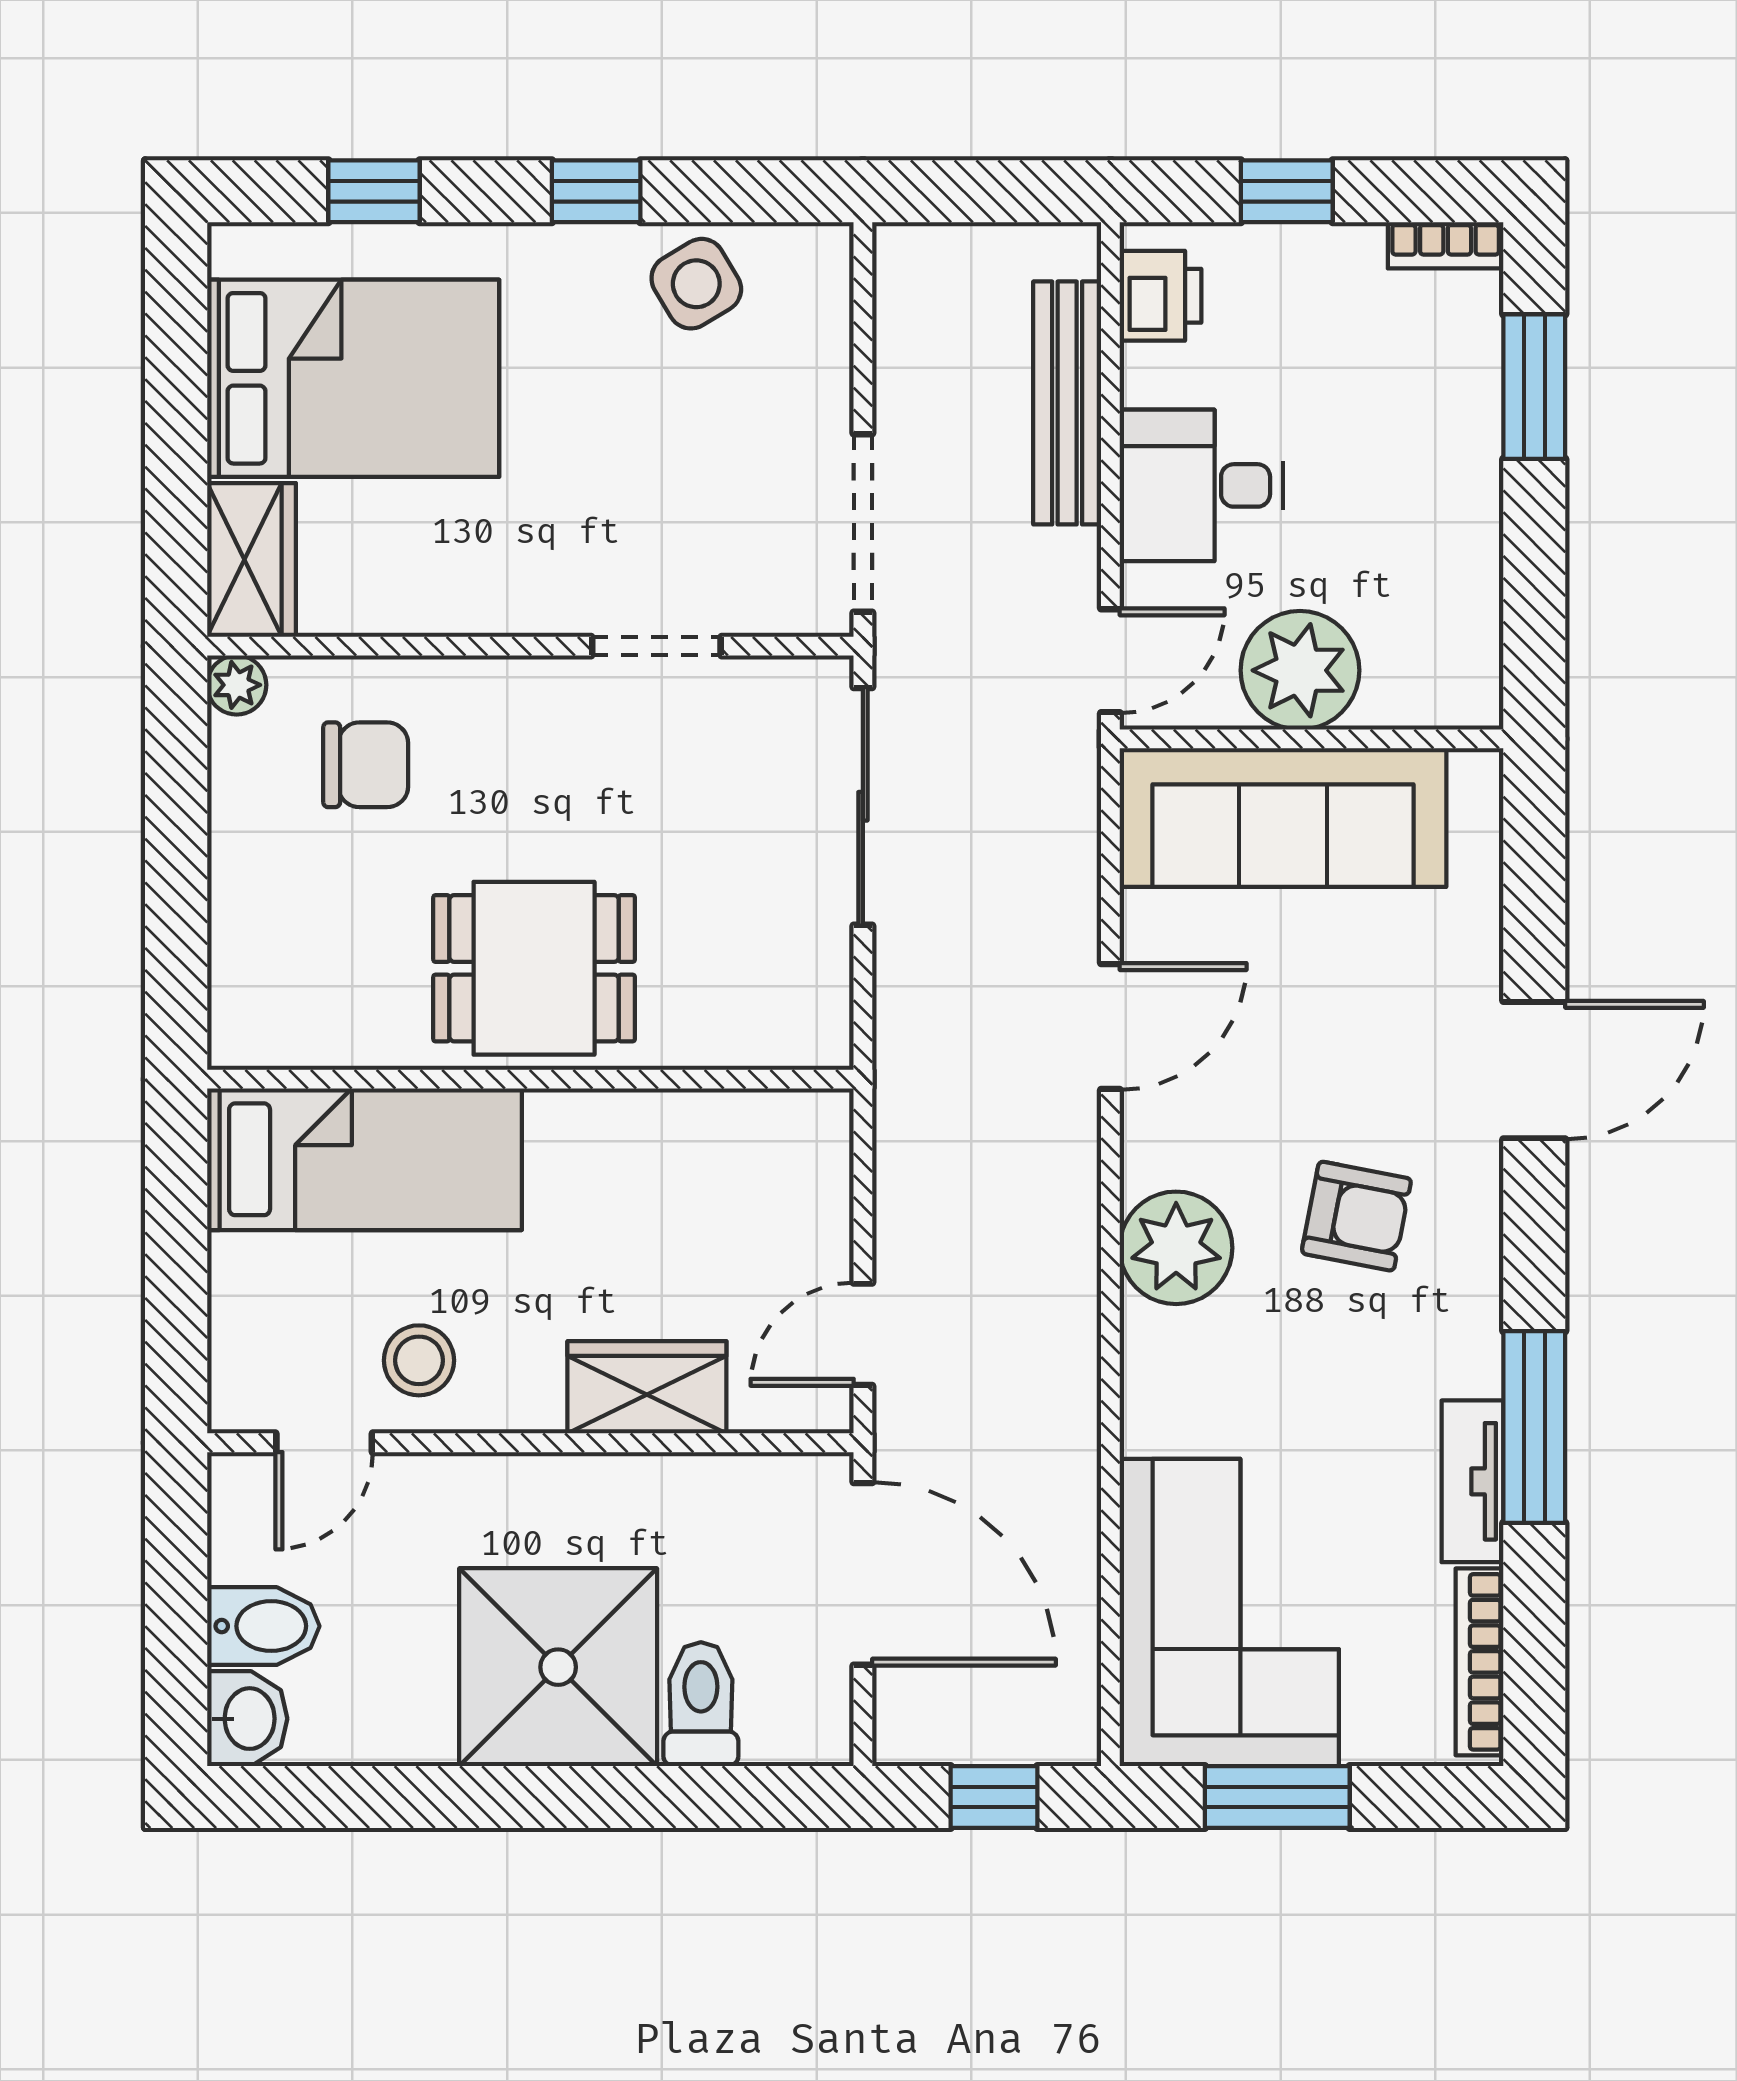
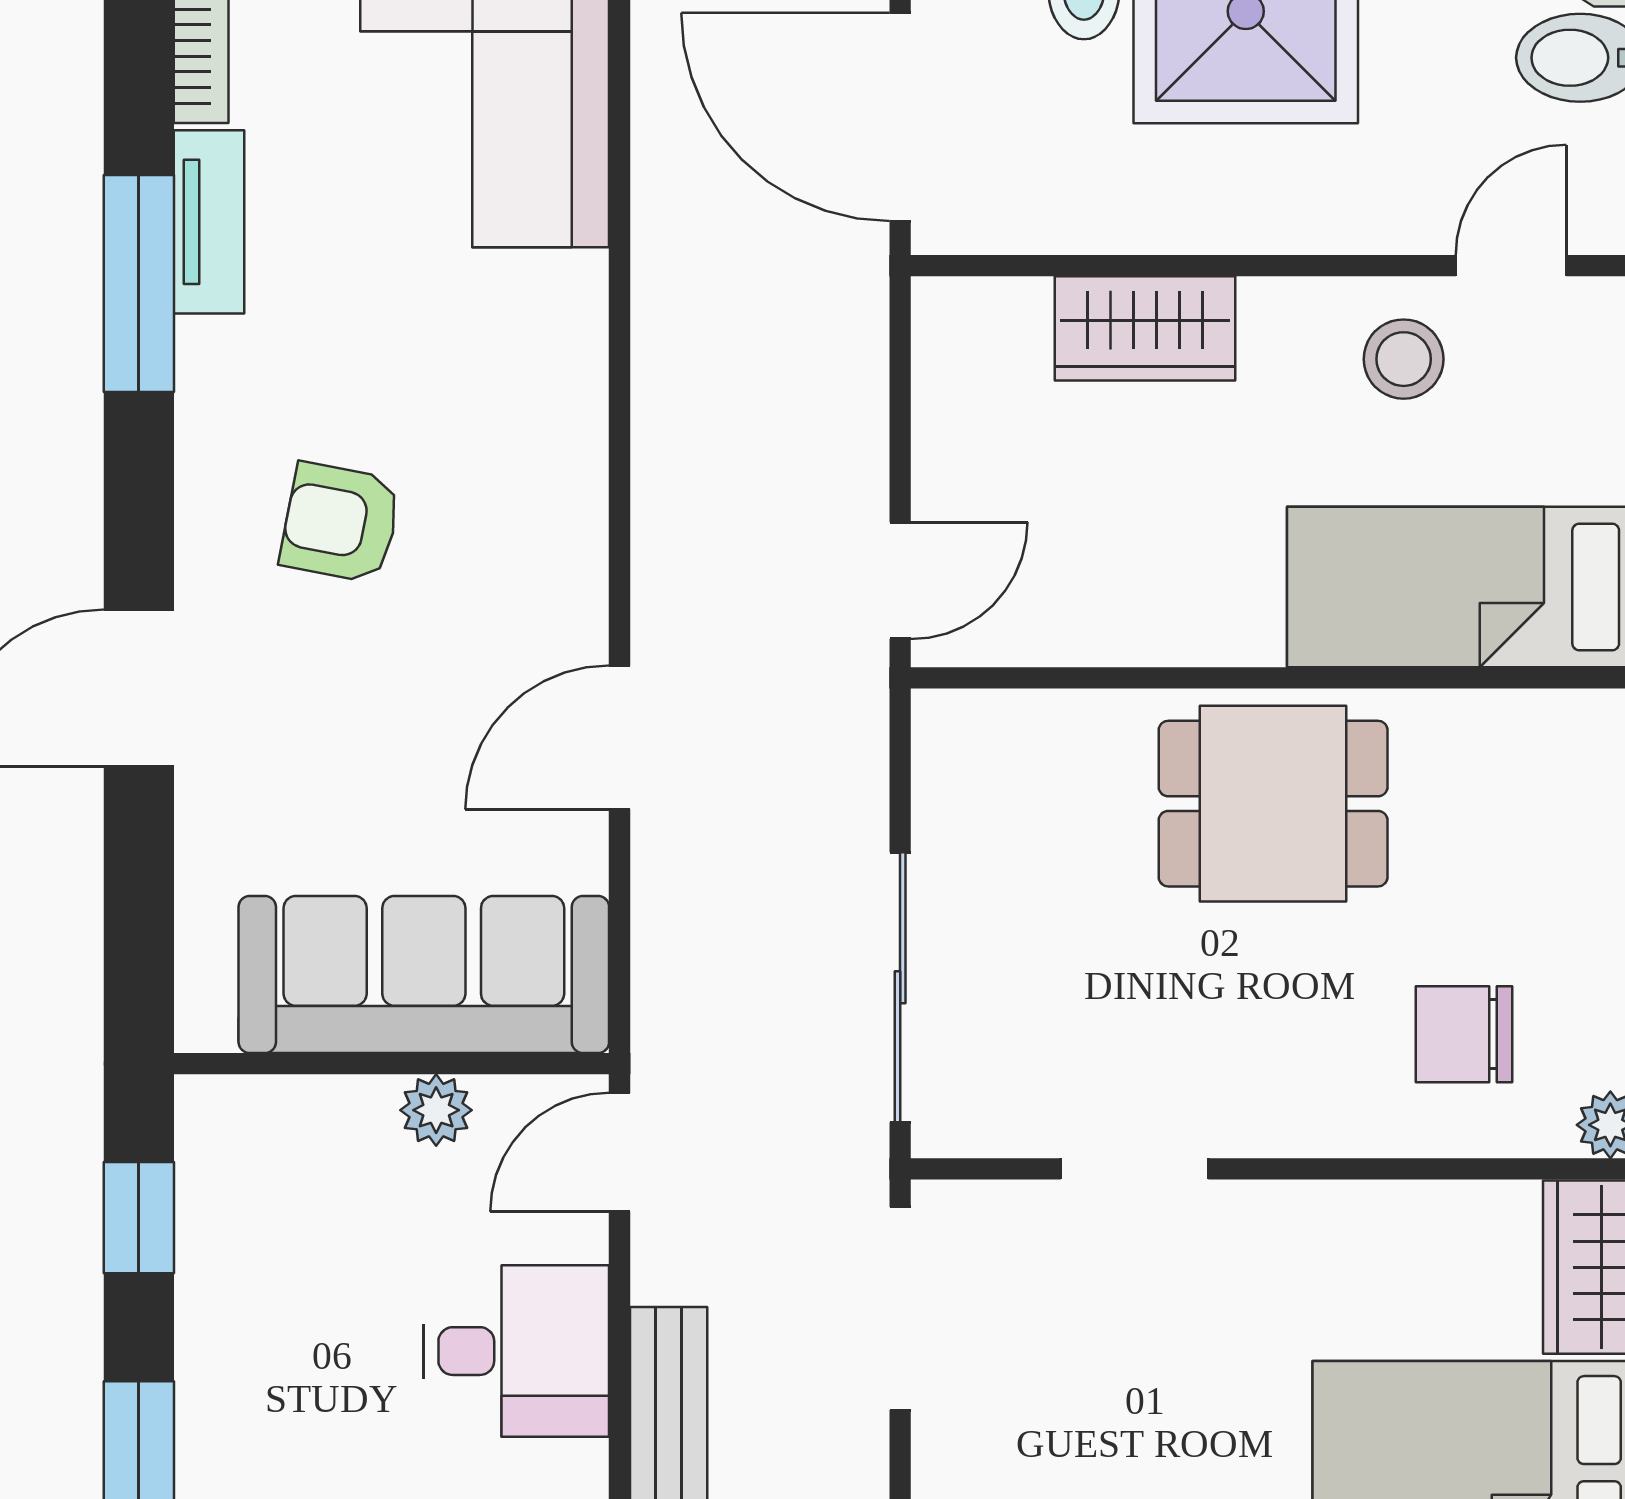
window: (1534, 603) -> (139, 1218), added
plant: (1300, 670) -> (436, 1110), width x0.53, depth x0.53
plant: (1176, 1248) -> (545, 487), removed
door: (863, 1334) -> (900, 581), moved

